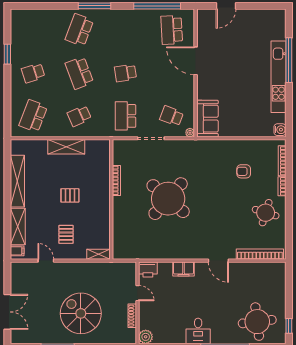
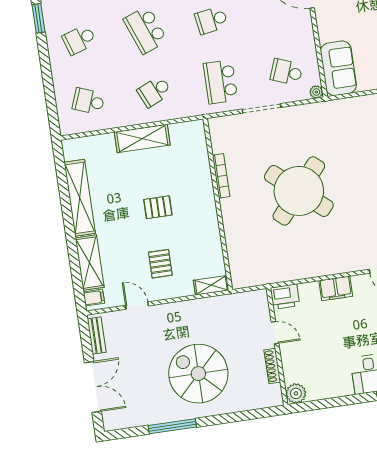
school desk: (33, 116) -> (88, 101), width x0.54
bench: (15, 277) -> (97, 335), added

